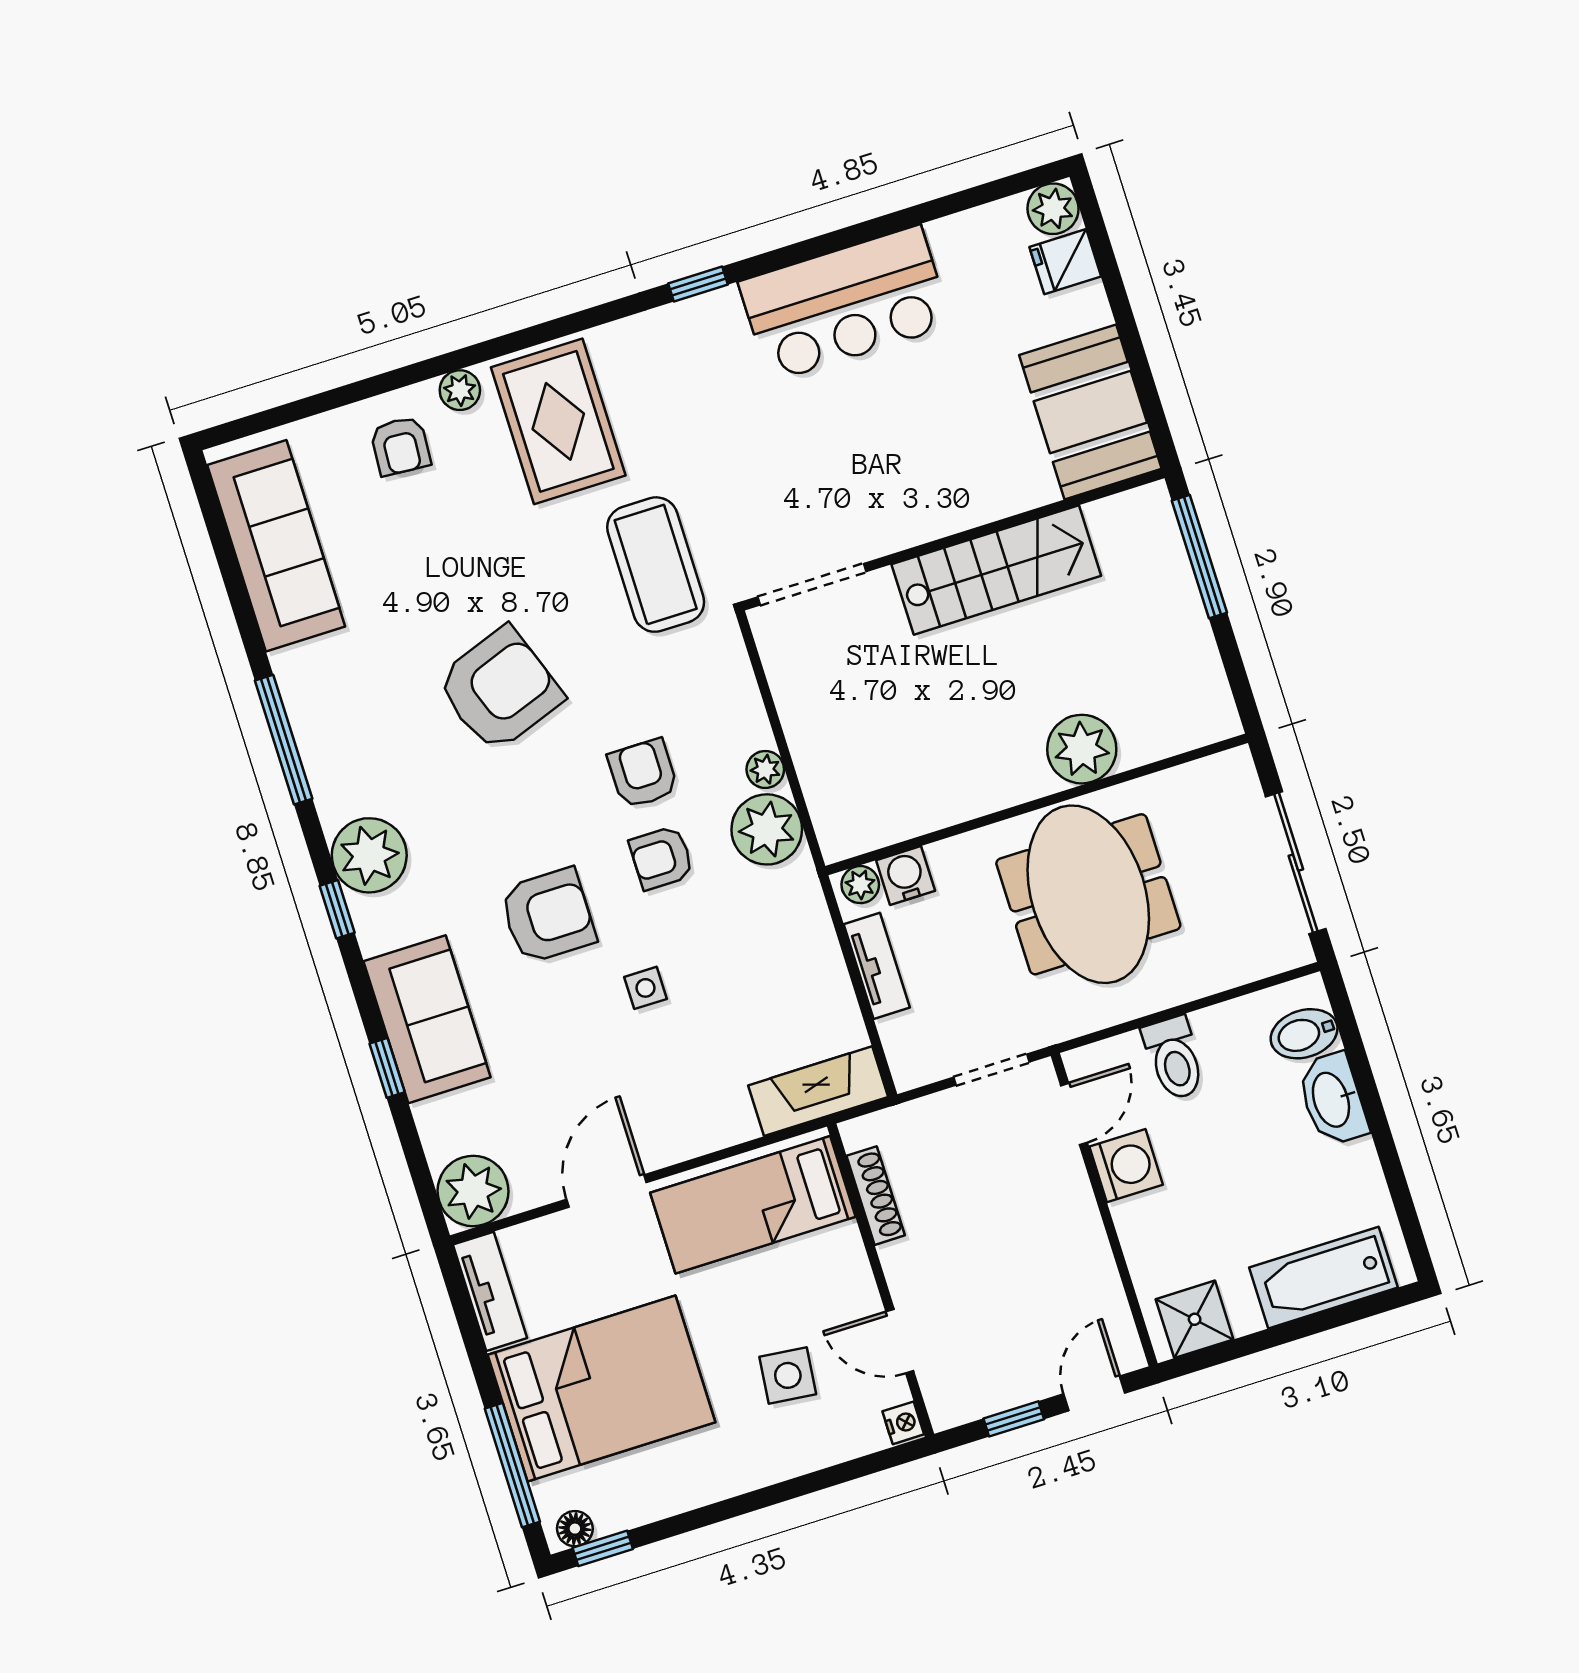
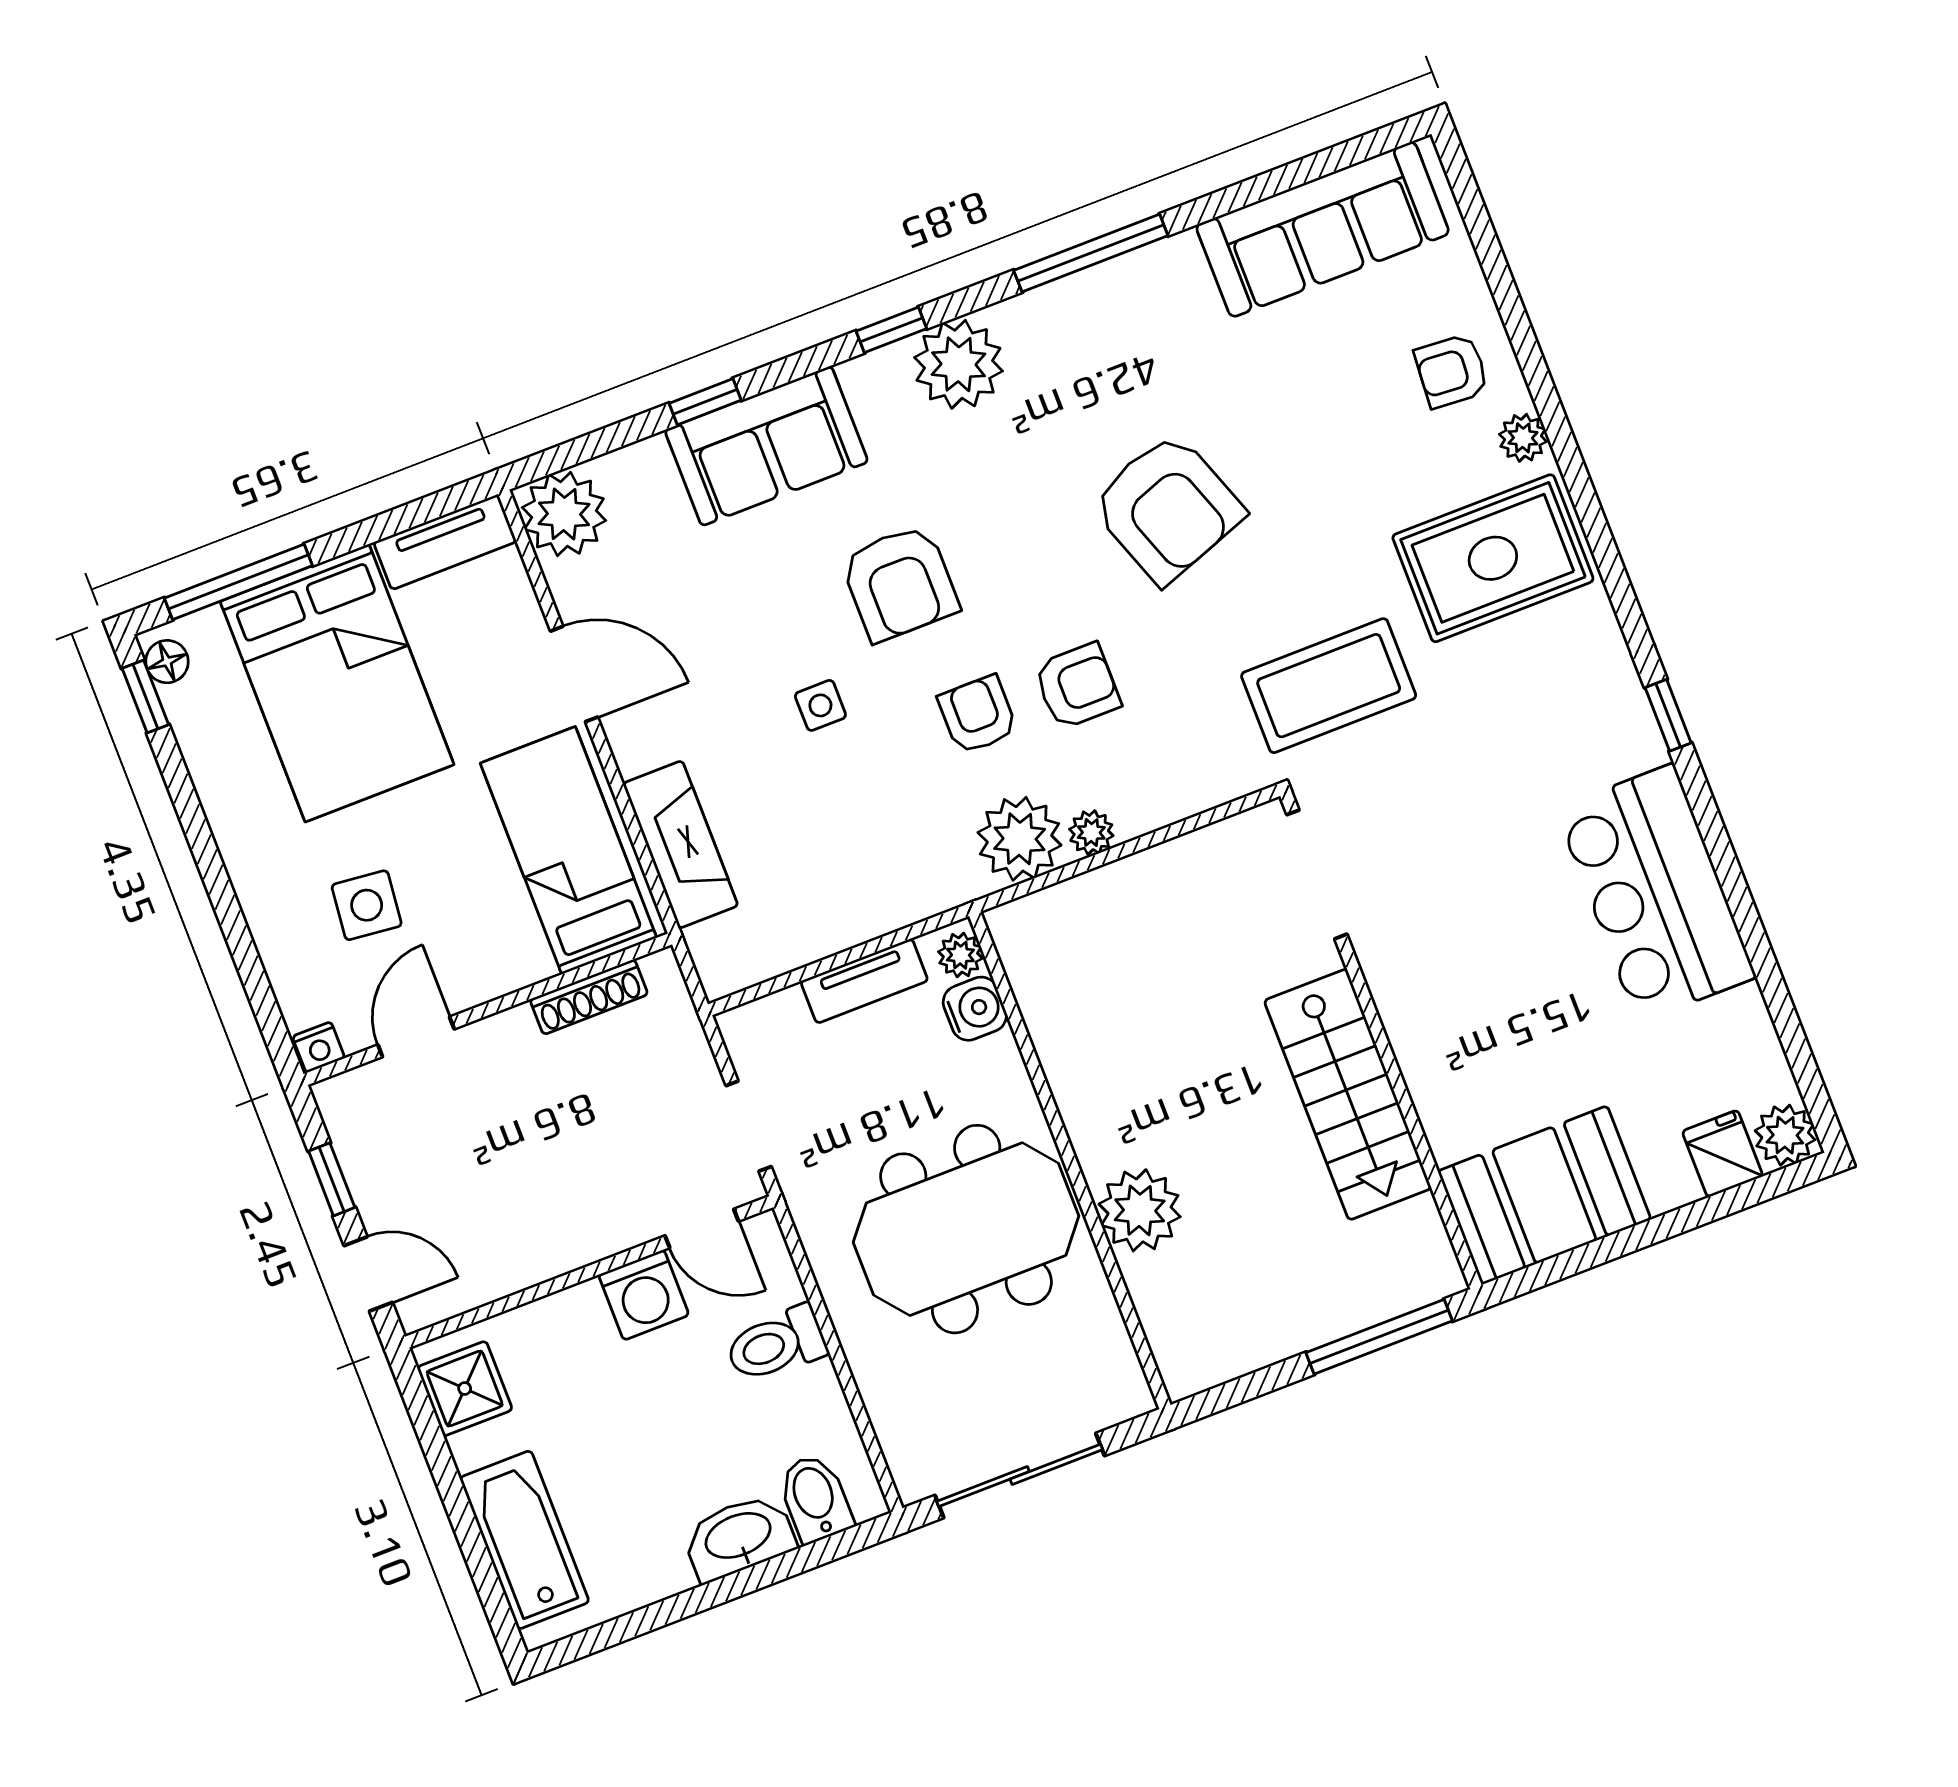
fireplace: (818, 1091) -> (680, 844), moved

